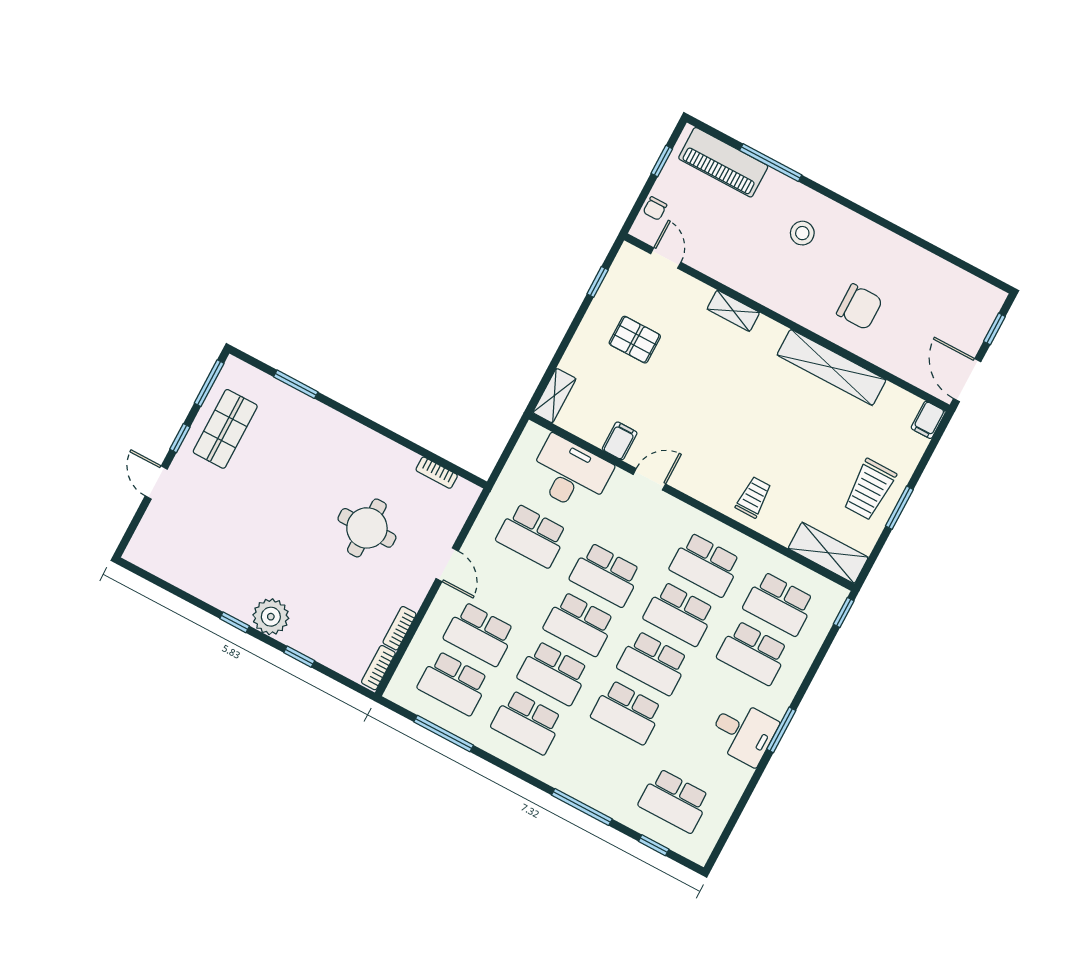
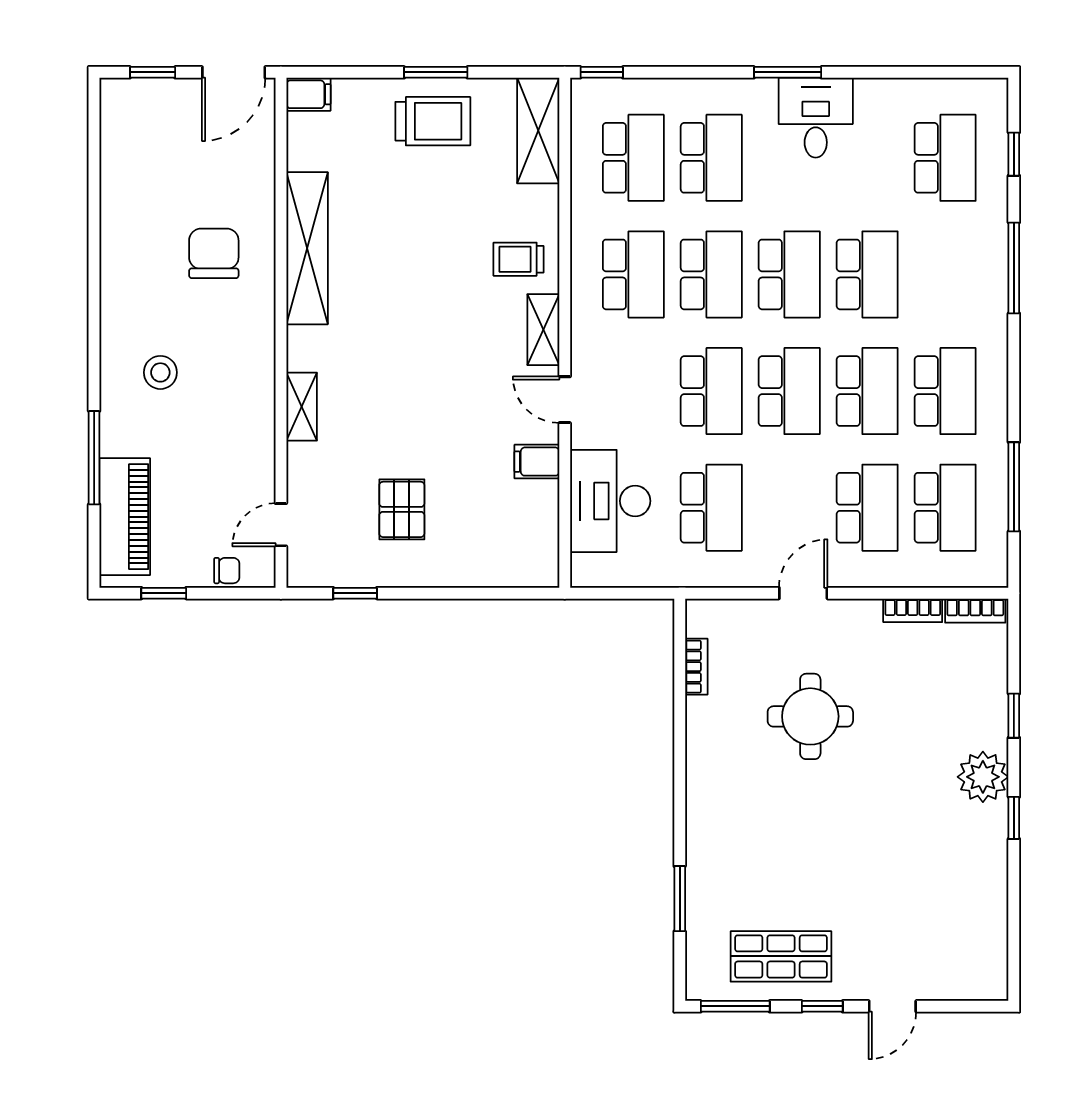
shelving: (554, 396) -> (543, 330), moved, turned 90

